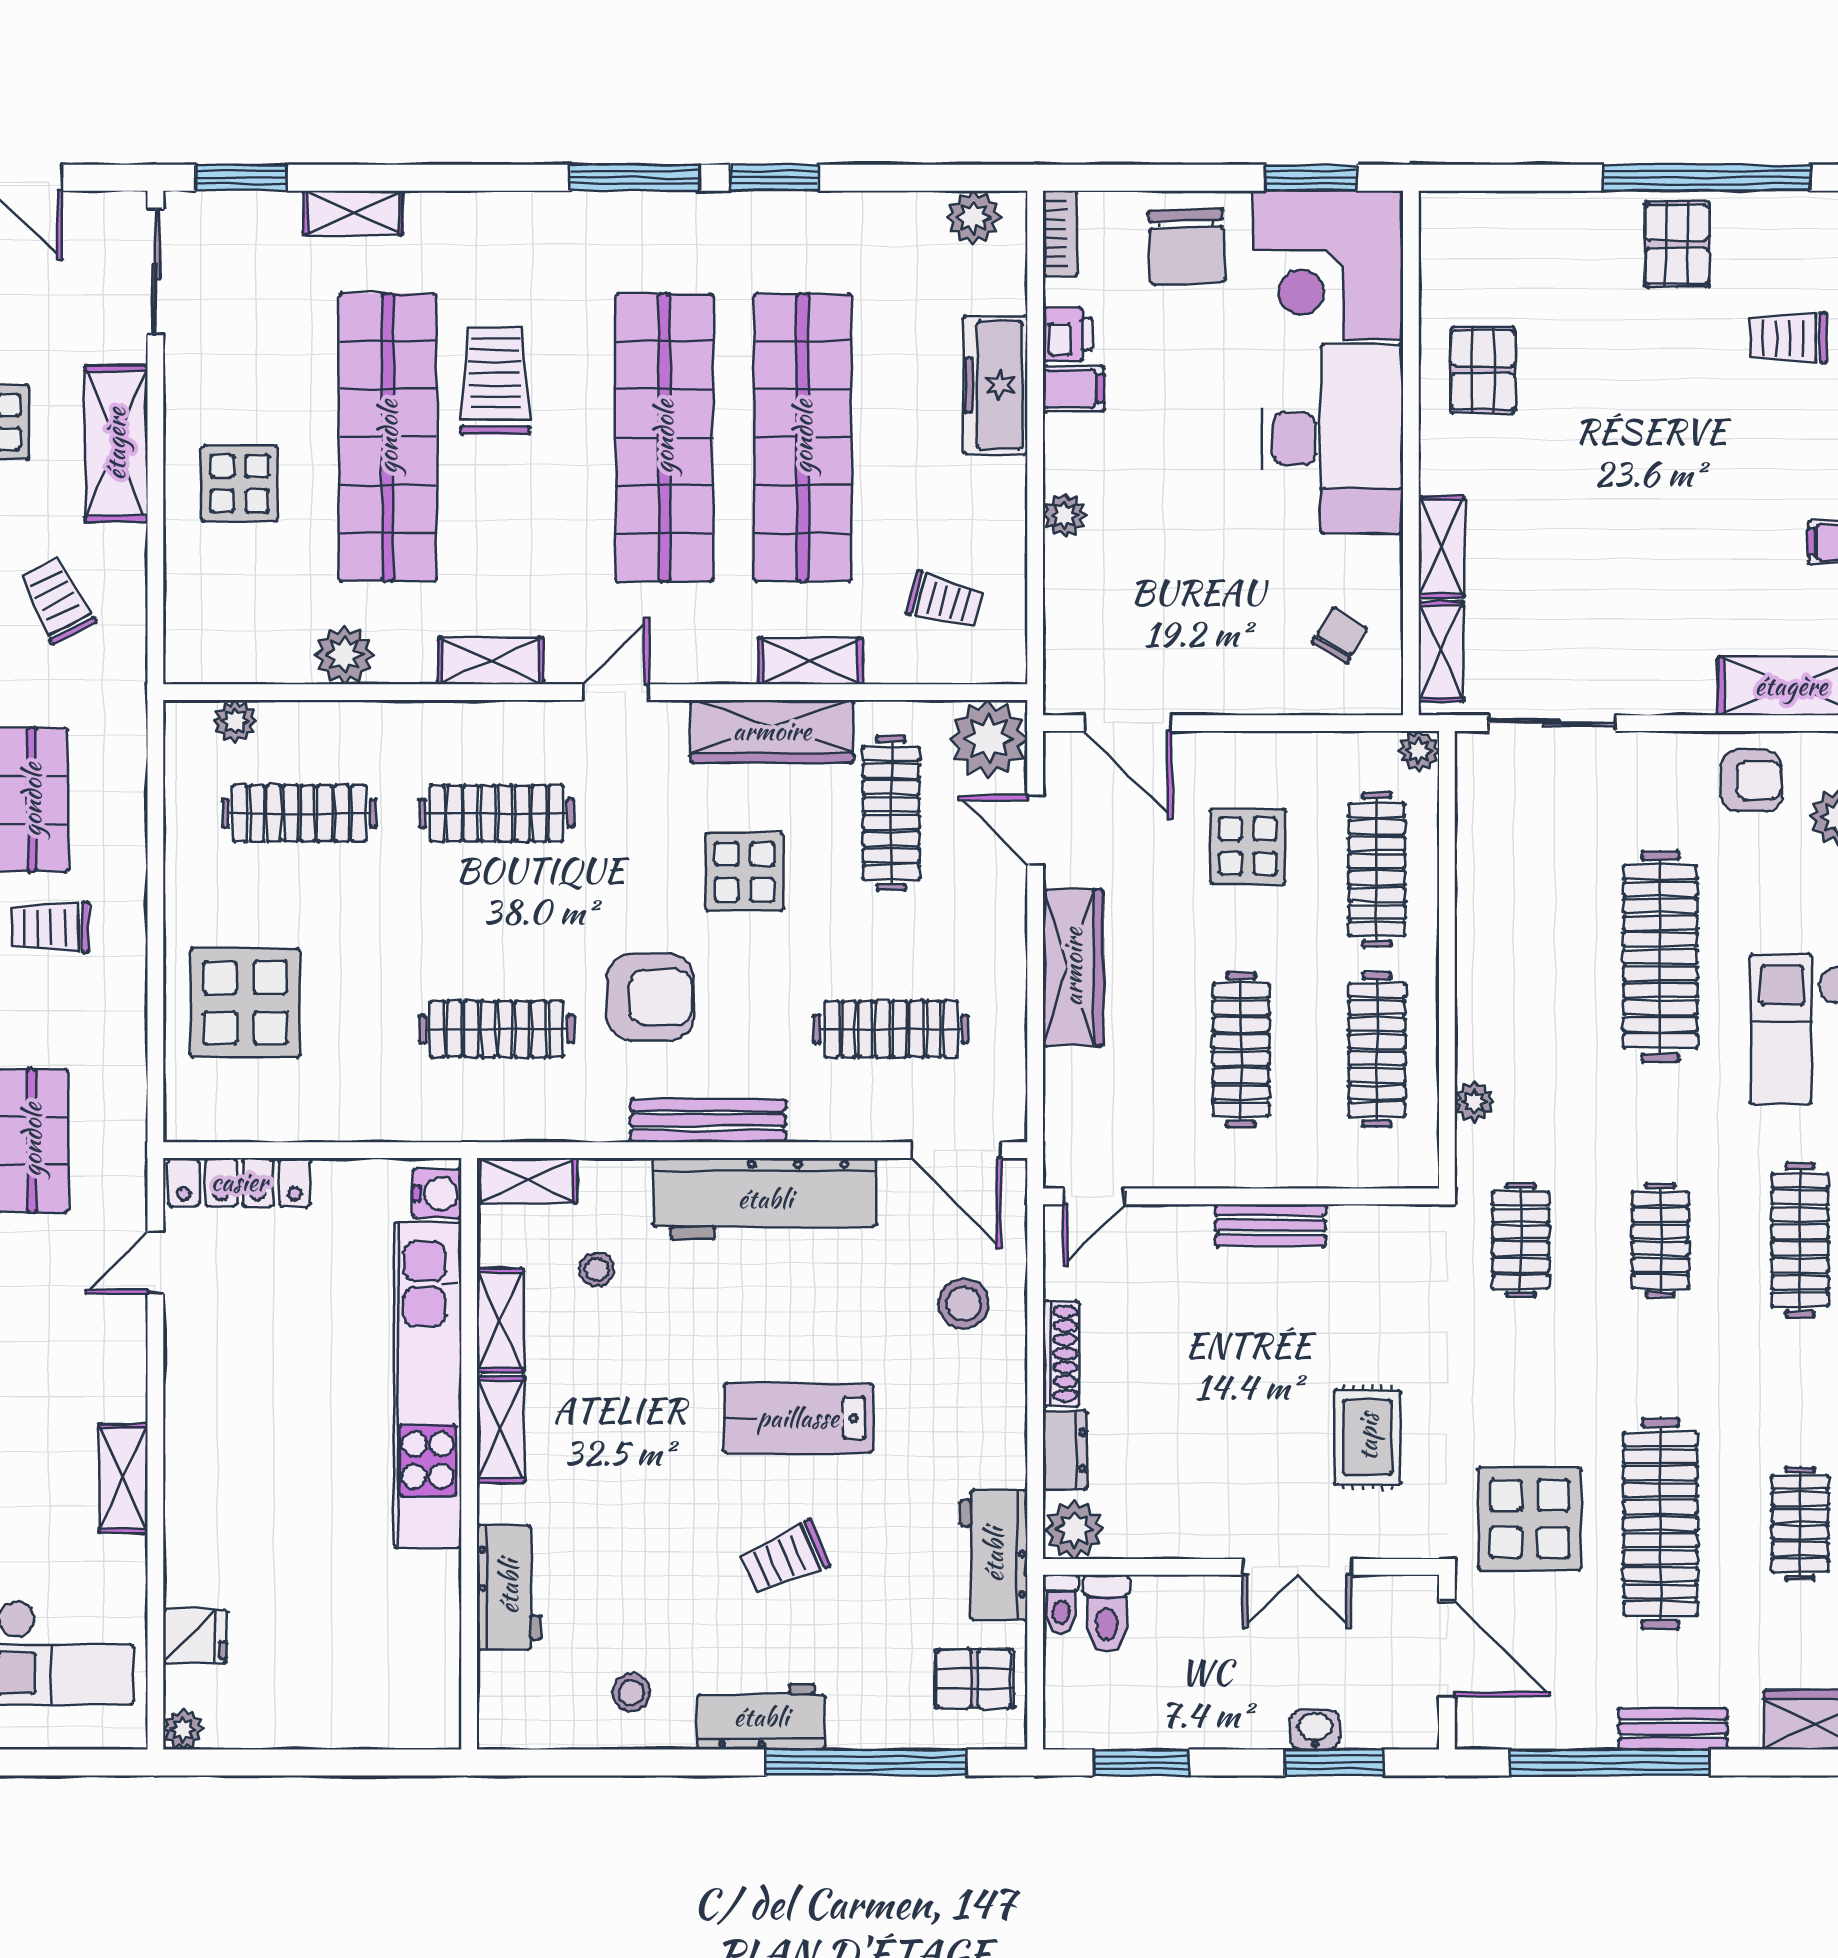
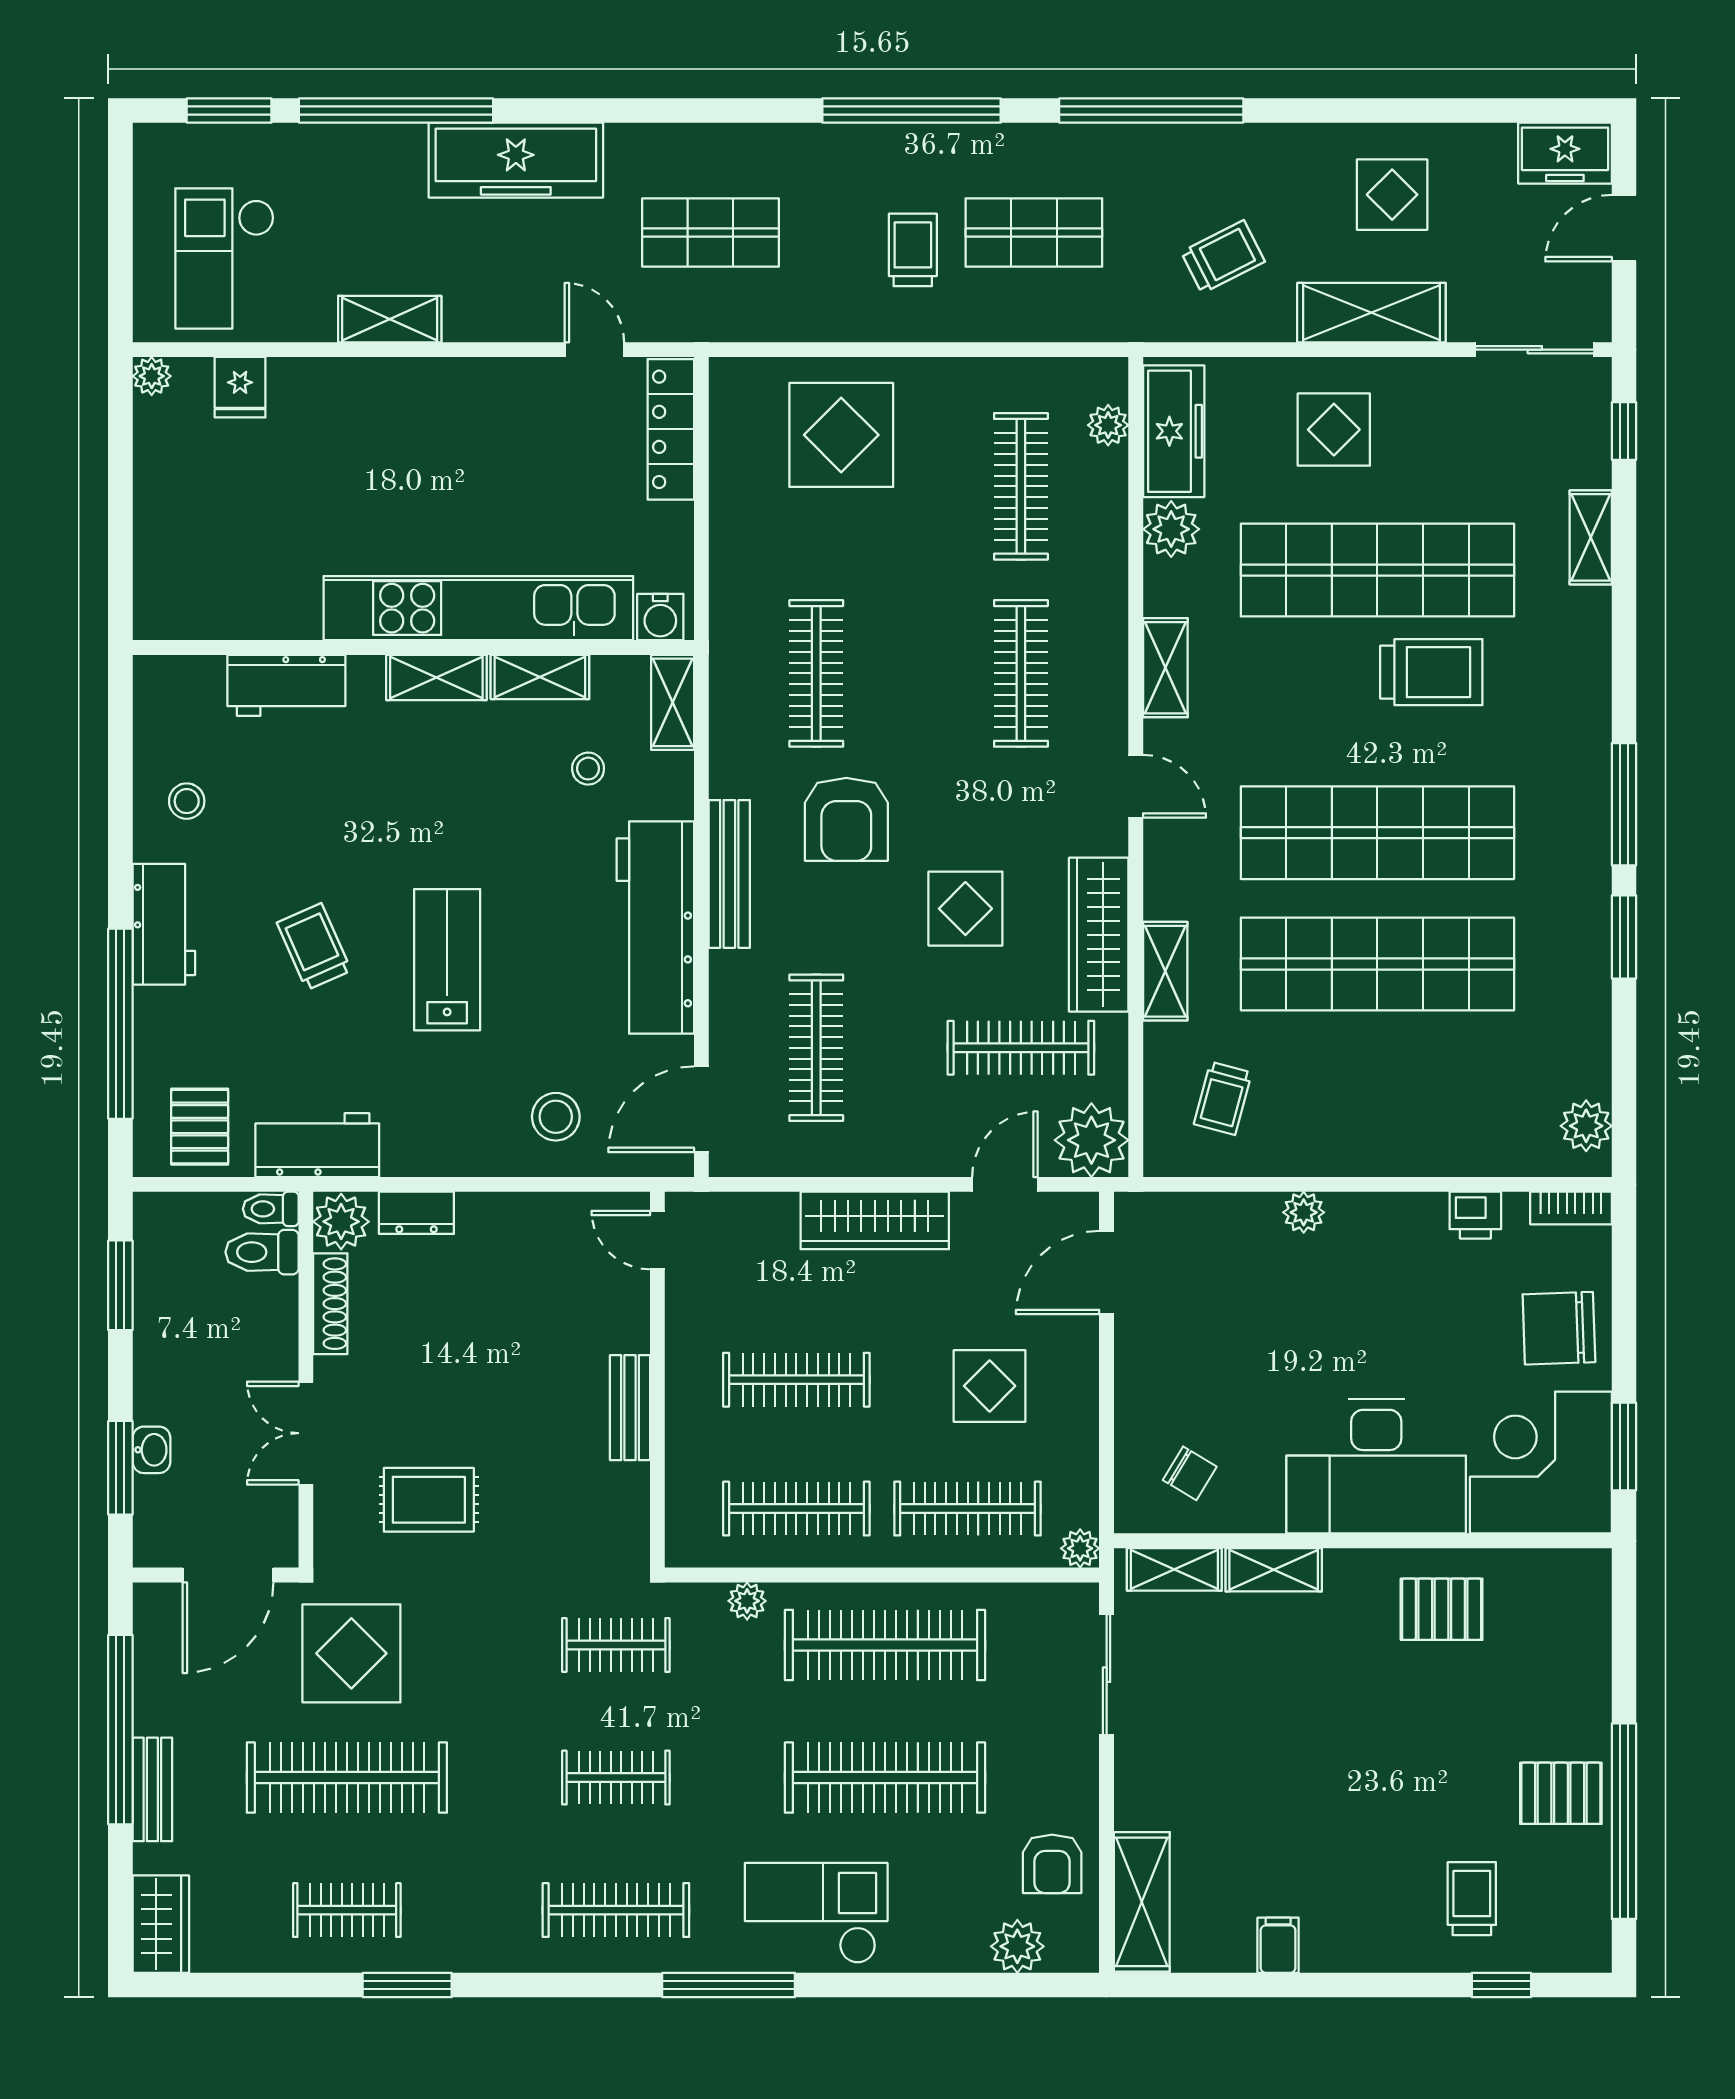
window: (241, 178) -> (1624, 431), width x0.67
freezer: (995, 385) -> (1174, 431), moved, turned 90
filing cabinet: (1073, 388) -> (1424, 1221), removed
clothes rail: (1521, 957) -> (885, 1645), added
shoe rack: (1061, 1354) -> (330, 1304), moved, turned -90

